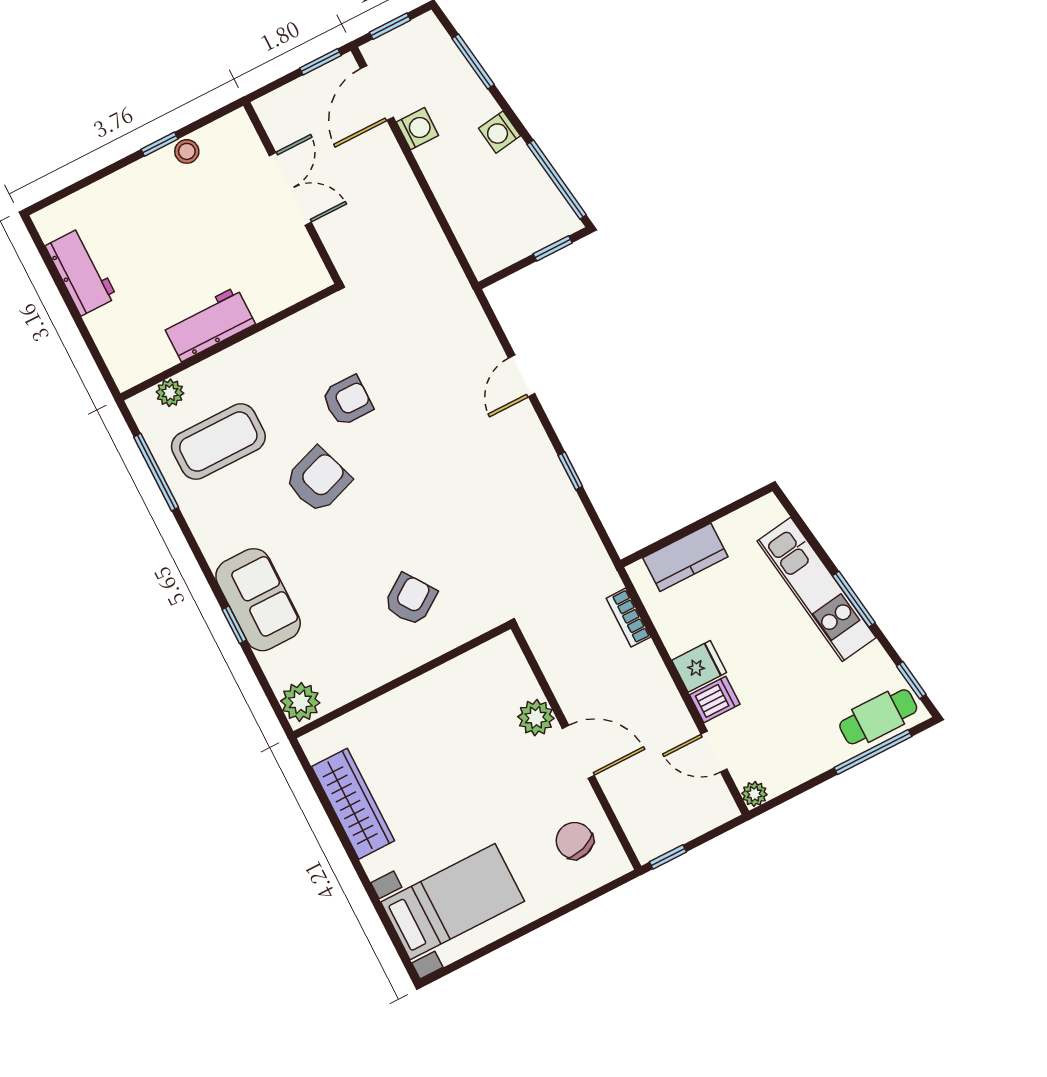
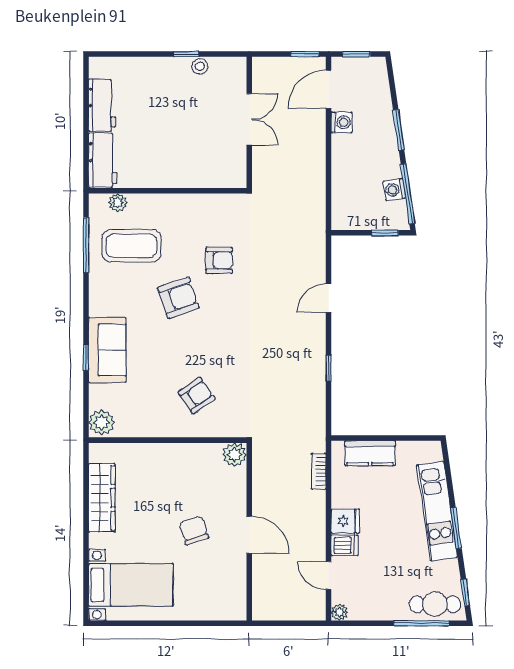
window: (473, 62) -> (399, 130), moved
washing machine: (499, 132) -> (394, 190), moved
workbench: (209, 324) -> (103, 160), moved, turned 90
plant: (536, 718) -> (235, 455), moved
chair: (575, 841) -> (194, 530), moved
window: (668, 857) -> (270, 623), removed

